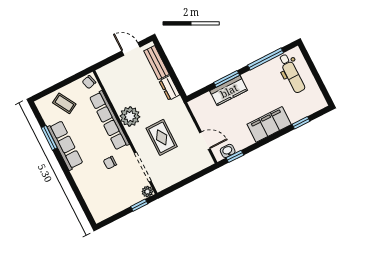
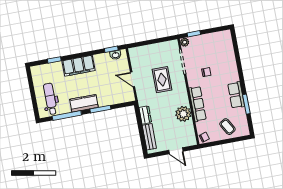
door: (131, 49) -> (176, 151), moved
kitchen counter: (229, 91) -> (84, 103), moved
plant: (130, 116) -> (183, 114), moved
row of seats: (109, 120) -> (197, 104), width x0.73
door: (205, 141) -> (133, 79), moved
row of seats: (65, 145) -> (236, 95), width x0.68

